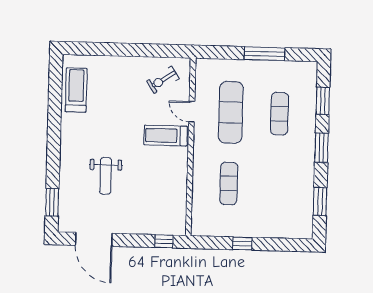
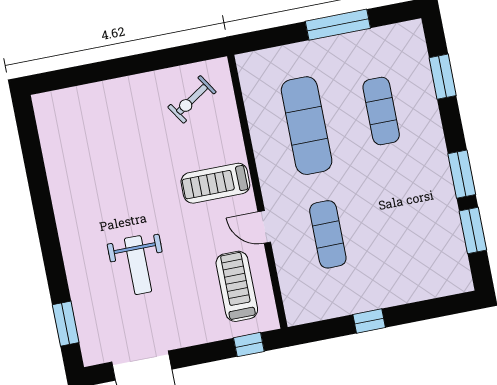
treadmill: (76, 90) -> (237, 286), moved
door: (192, 112) -> (264, 227), moved
window: (322, 148) -> (462, 174), moved

